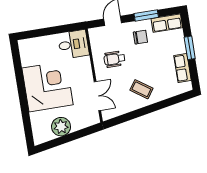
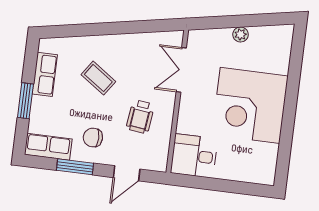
wheelchair: (114, 59) -> (140, 117), turned 97
coffee table: (141, 89) -> (98, 78), moved
plant: (61, 127) -> (241, 34), width x0.53, depth x0.53

